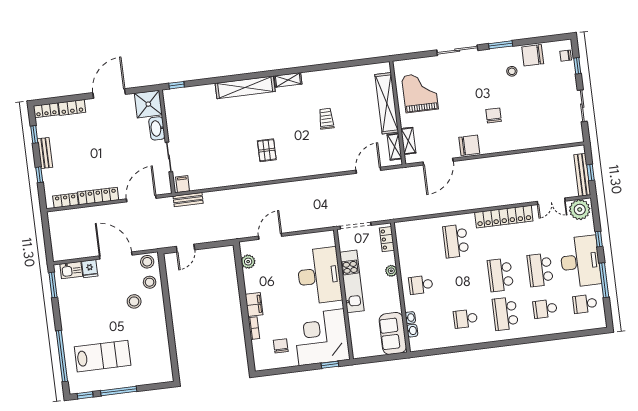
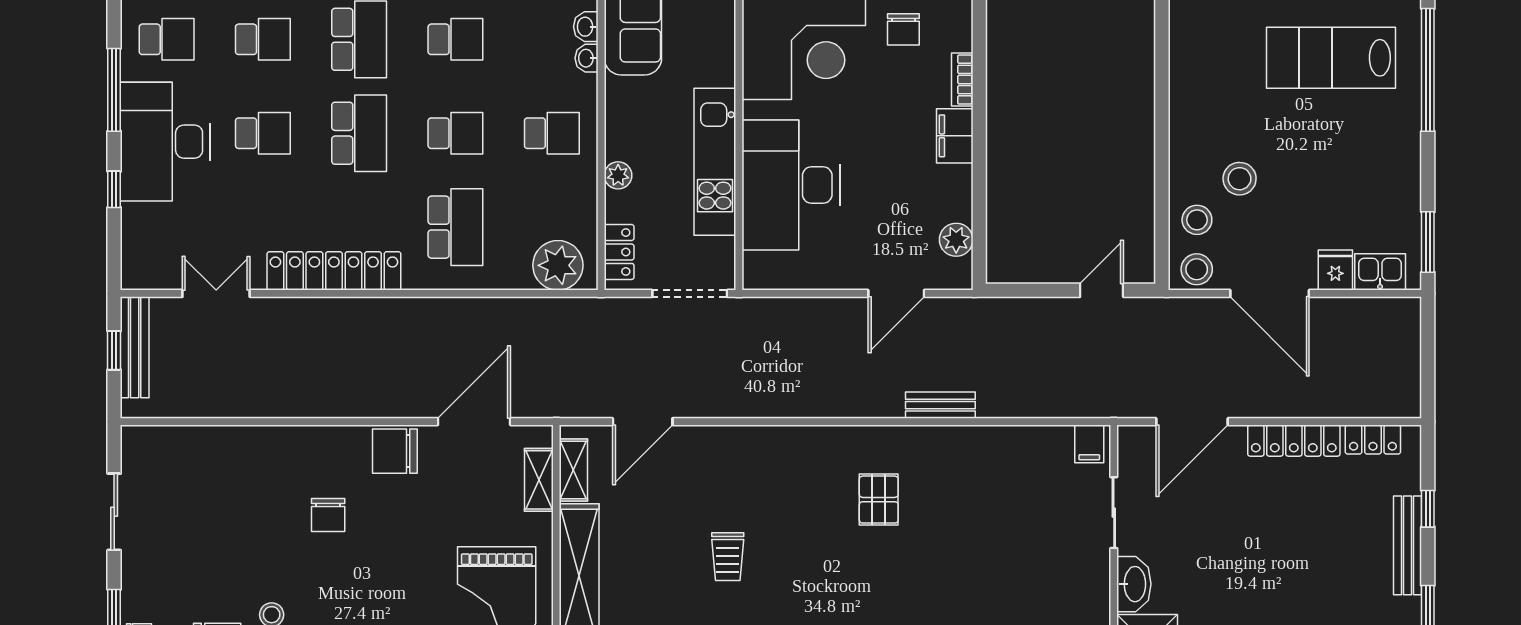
bench: (45, 153) -> (1408, 545), width x1.36
bench: (188, 200) -> (940, 405), moved
plant: (580, 210) -> (558, 265), moved
school desk: (540, 270) -> (263, 133), width x0.54
school desk: (461, 280) -> (455, 133), added

